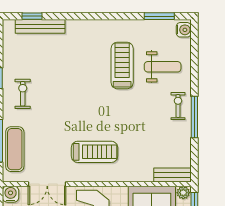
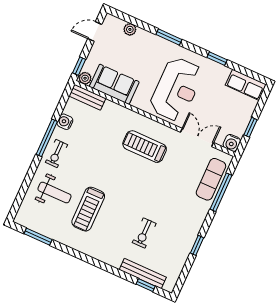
water cooler: (184, 30) -> (65, 122), moved
weight bench: (163, 67) -> (54, 193), turned 180
exercise bike: (23, 94) -> (144, 233), moved

